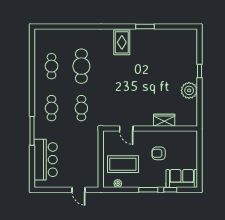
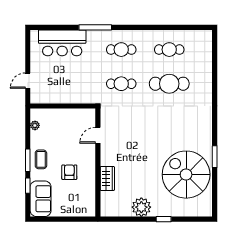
rug: (122, 42) -> (196, 130), removed
spiral stairs: (161, 51) -> (186, 175), added
coffee table: (123, 164) -> (41, 159), moved, width x0.54, depth x0.58

